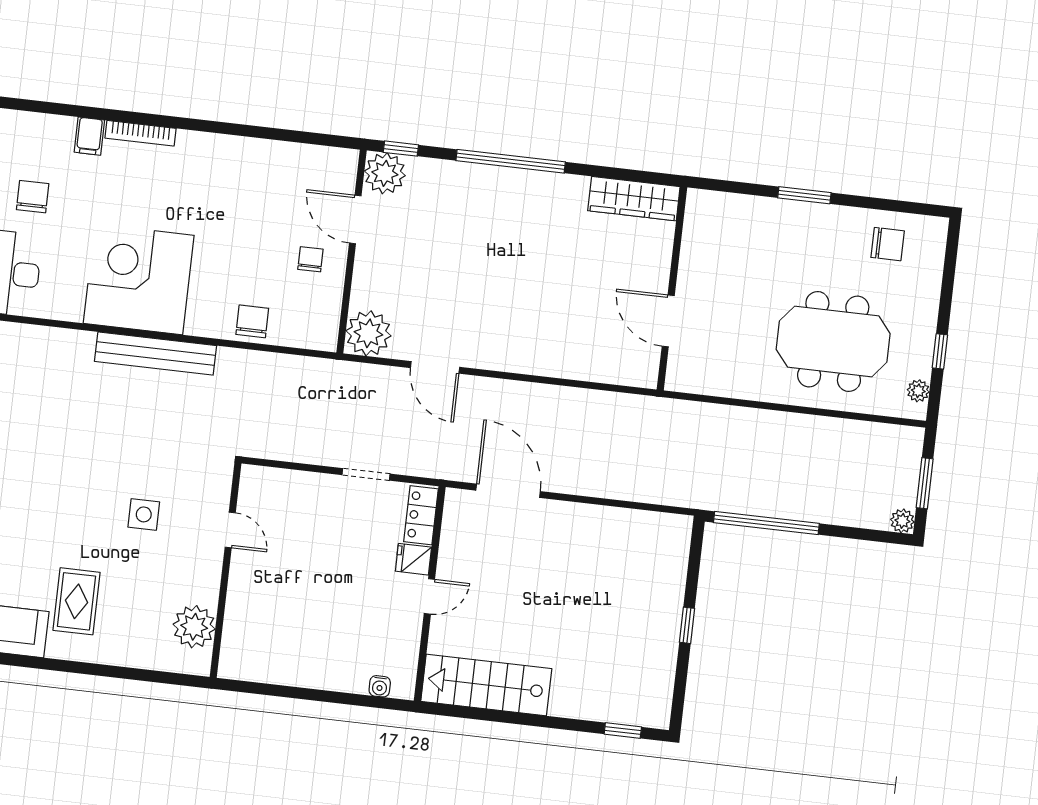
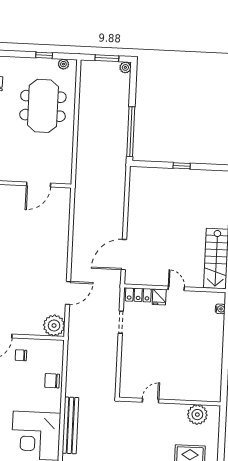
side table: (144, 514) -> (147, 426), removed
door: (230, 530) -> (151, 401), moved
wall: (226, 570) -> (170, 402), moved
plant: (194, 627) -> (197, 415), moved

